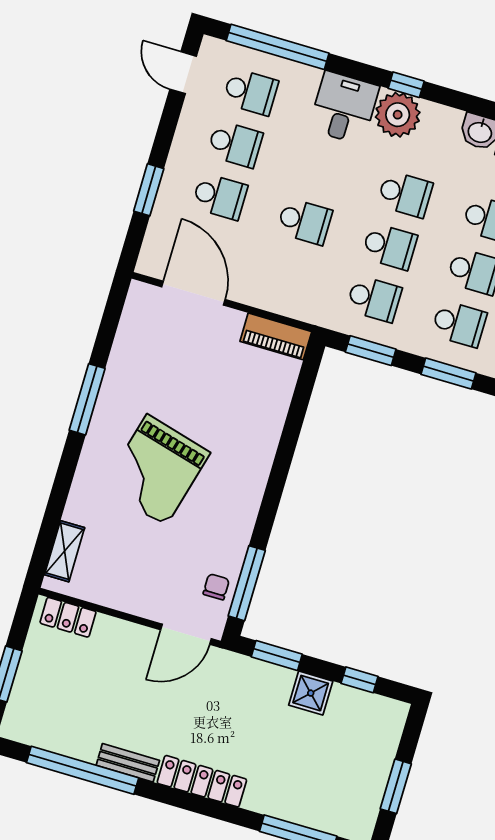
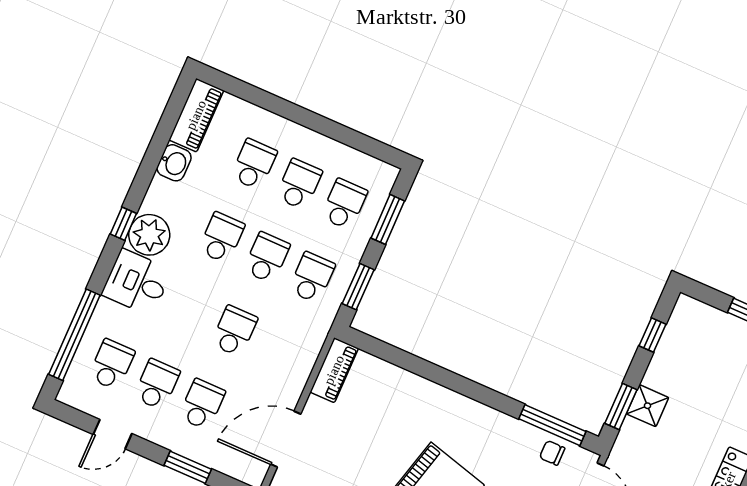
door: (183, 73) -> (113, 434), moved
shower: (311, 693) -> (647, 406), moved

